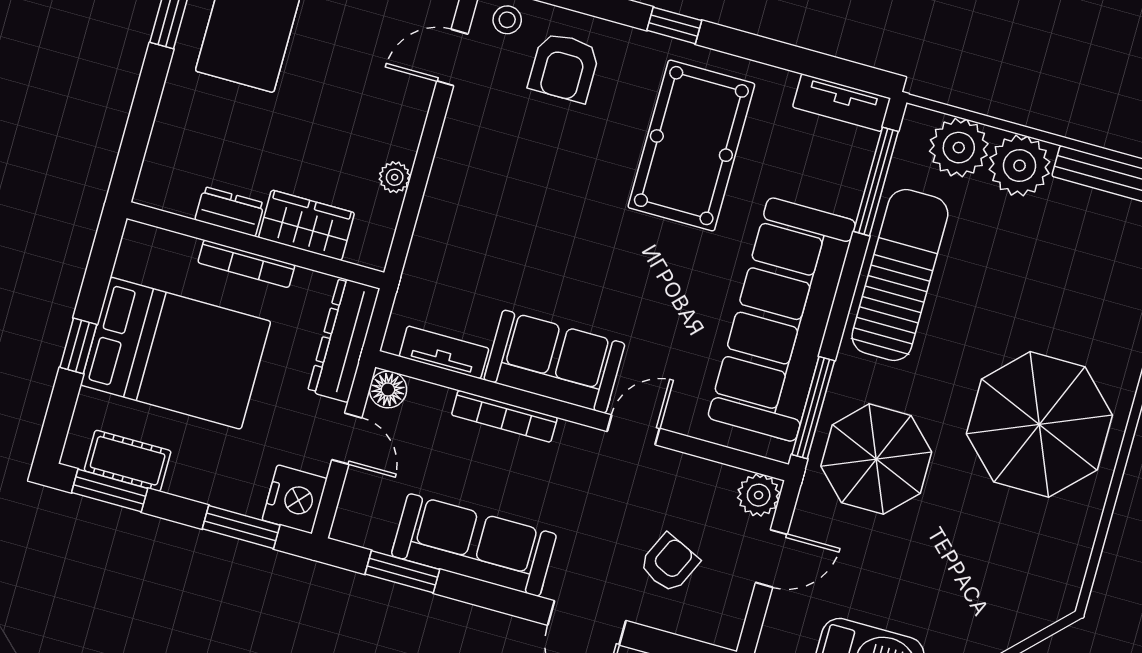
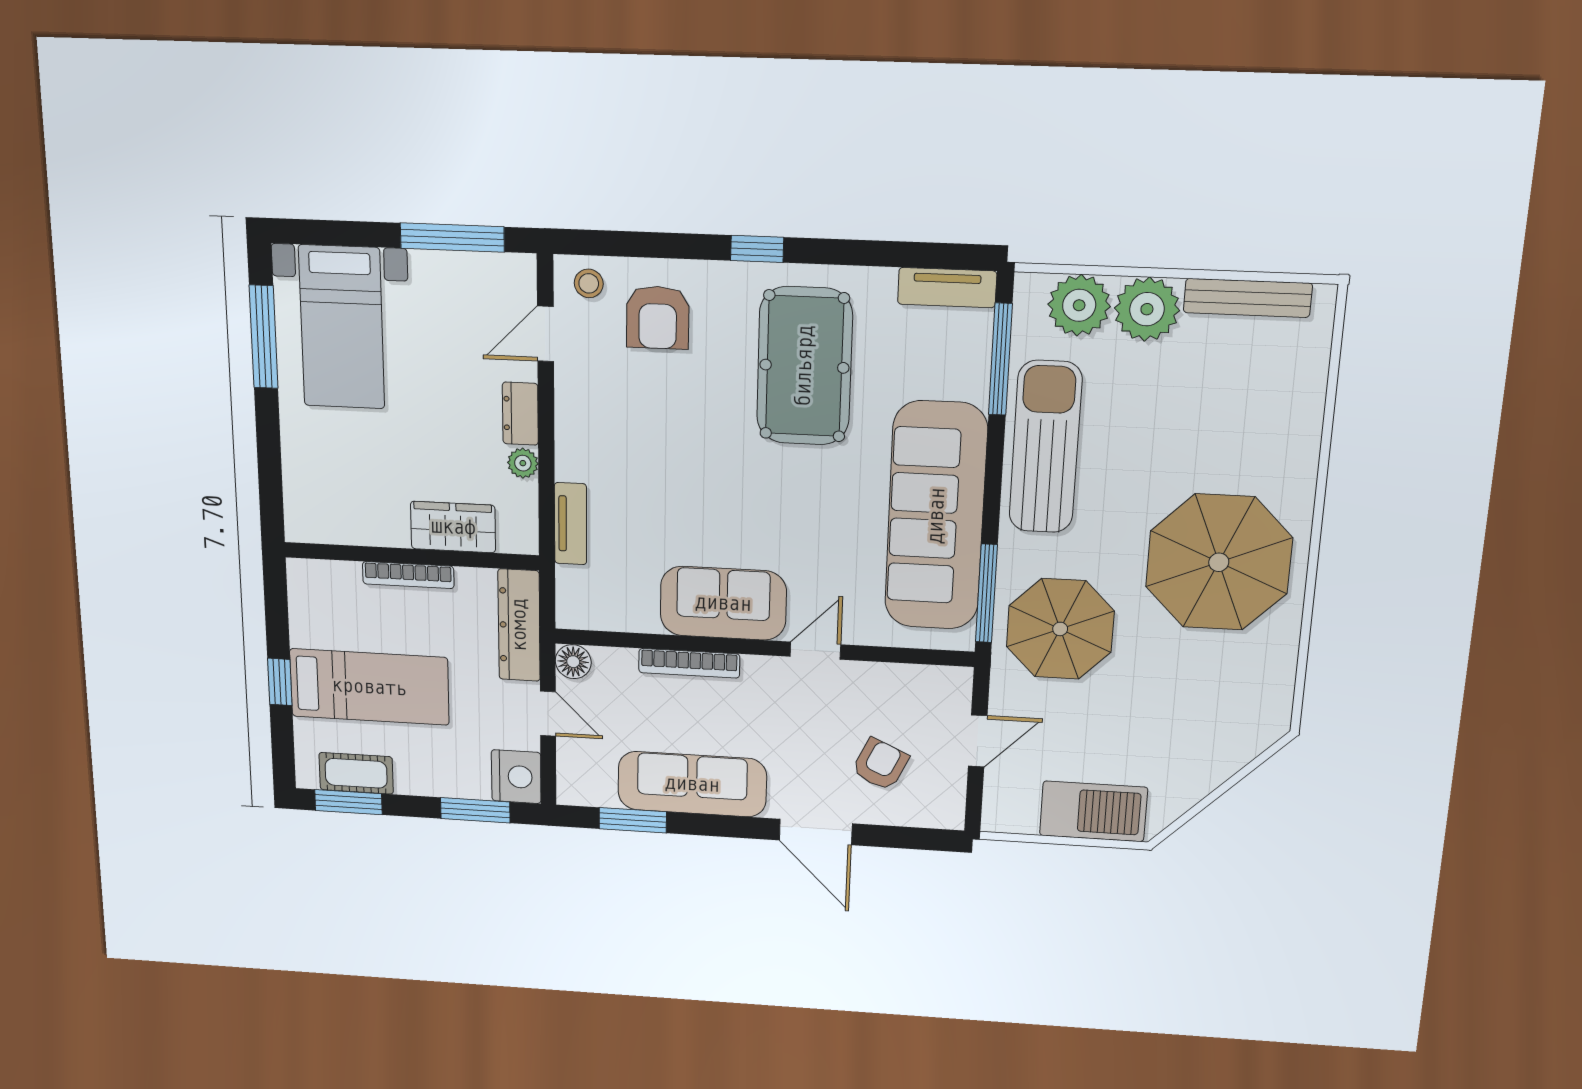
dresser: (230, 211) -> (520, 414), moved, turned -90
tv unit: (444, 352) -> (571, 524), moved, turned 90
bed: (176, 353) -> (369, 687), width x0.67
plant: (759, 495) -> (952, 686), removed

